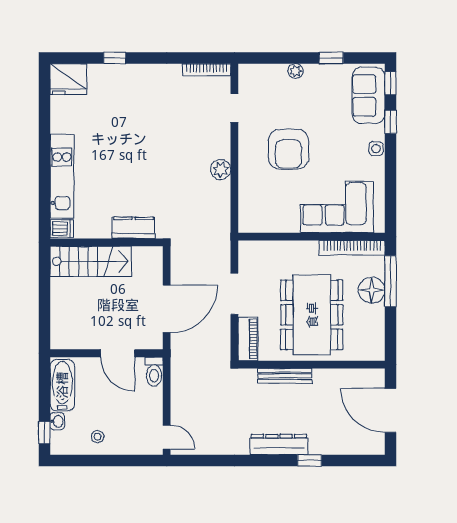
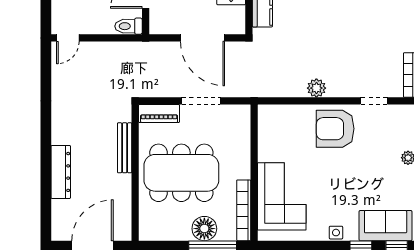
armchair: (288, 149) -> (335, 129), moved
door: (167, 309) -> (202, 38), moved
dresser: (279, 445) -> (61, 172), moved
window: (310, 460) -> (46, 171), removed

